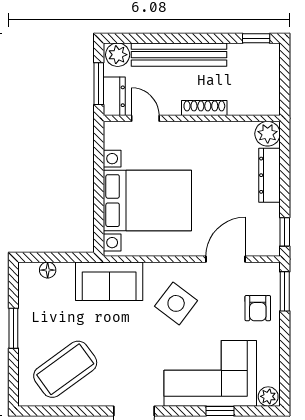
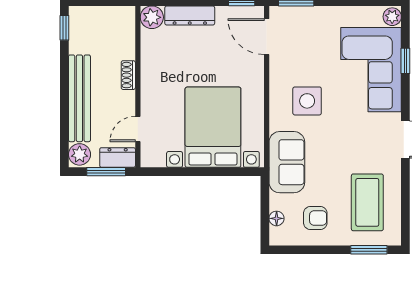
shoe rack: (204, 108) -> (128, 75), width x0.70
door: (226, 259) -> (267, 37), moved
side table: (176, 303) -> (307, 101), turned -37
armchair: (258, 308) -> (315, 218), moved
window: (13, 328) -> (369, 250), moved
coffee table: (65, 369) -> (367, 202), turned 36

